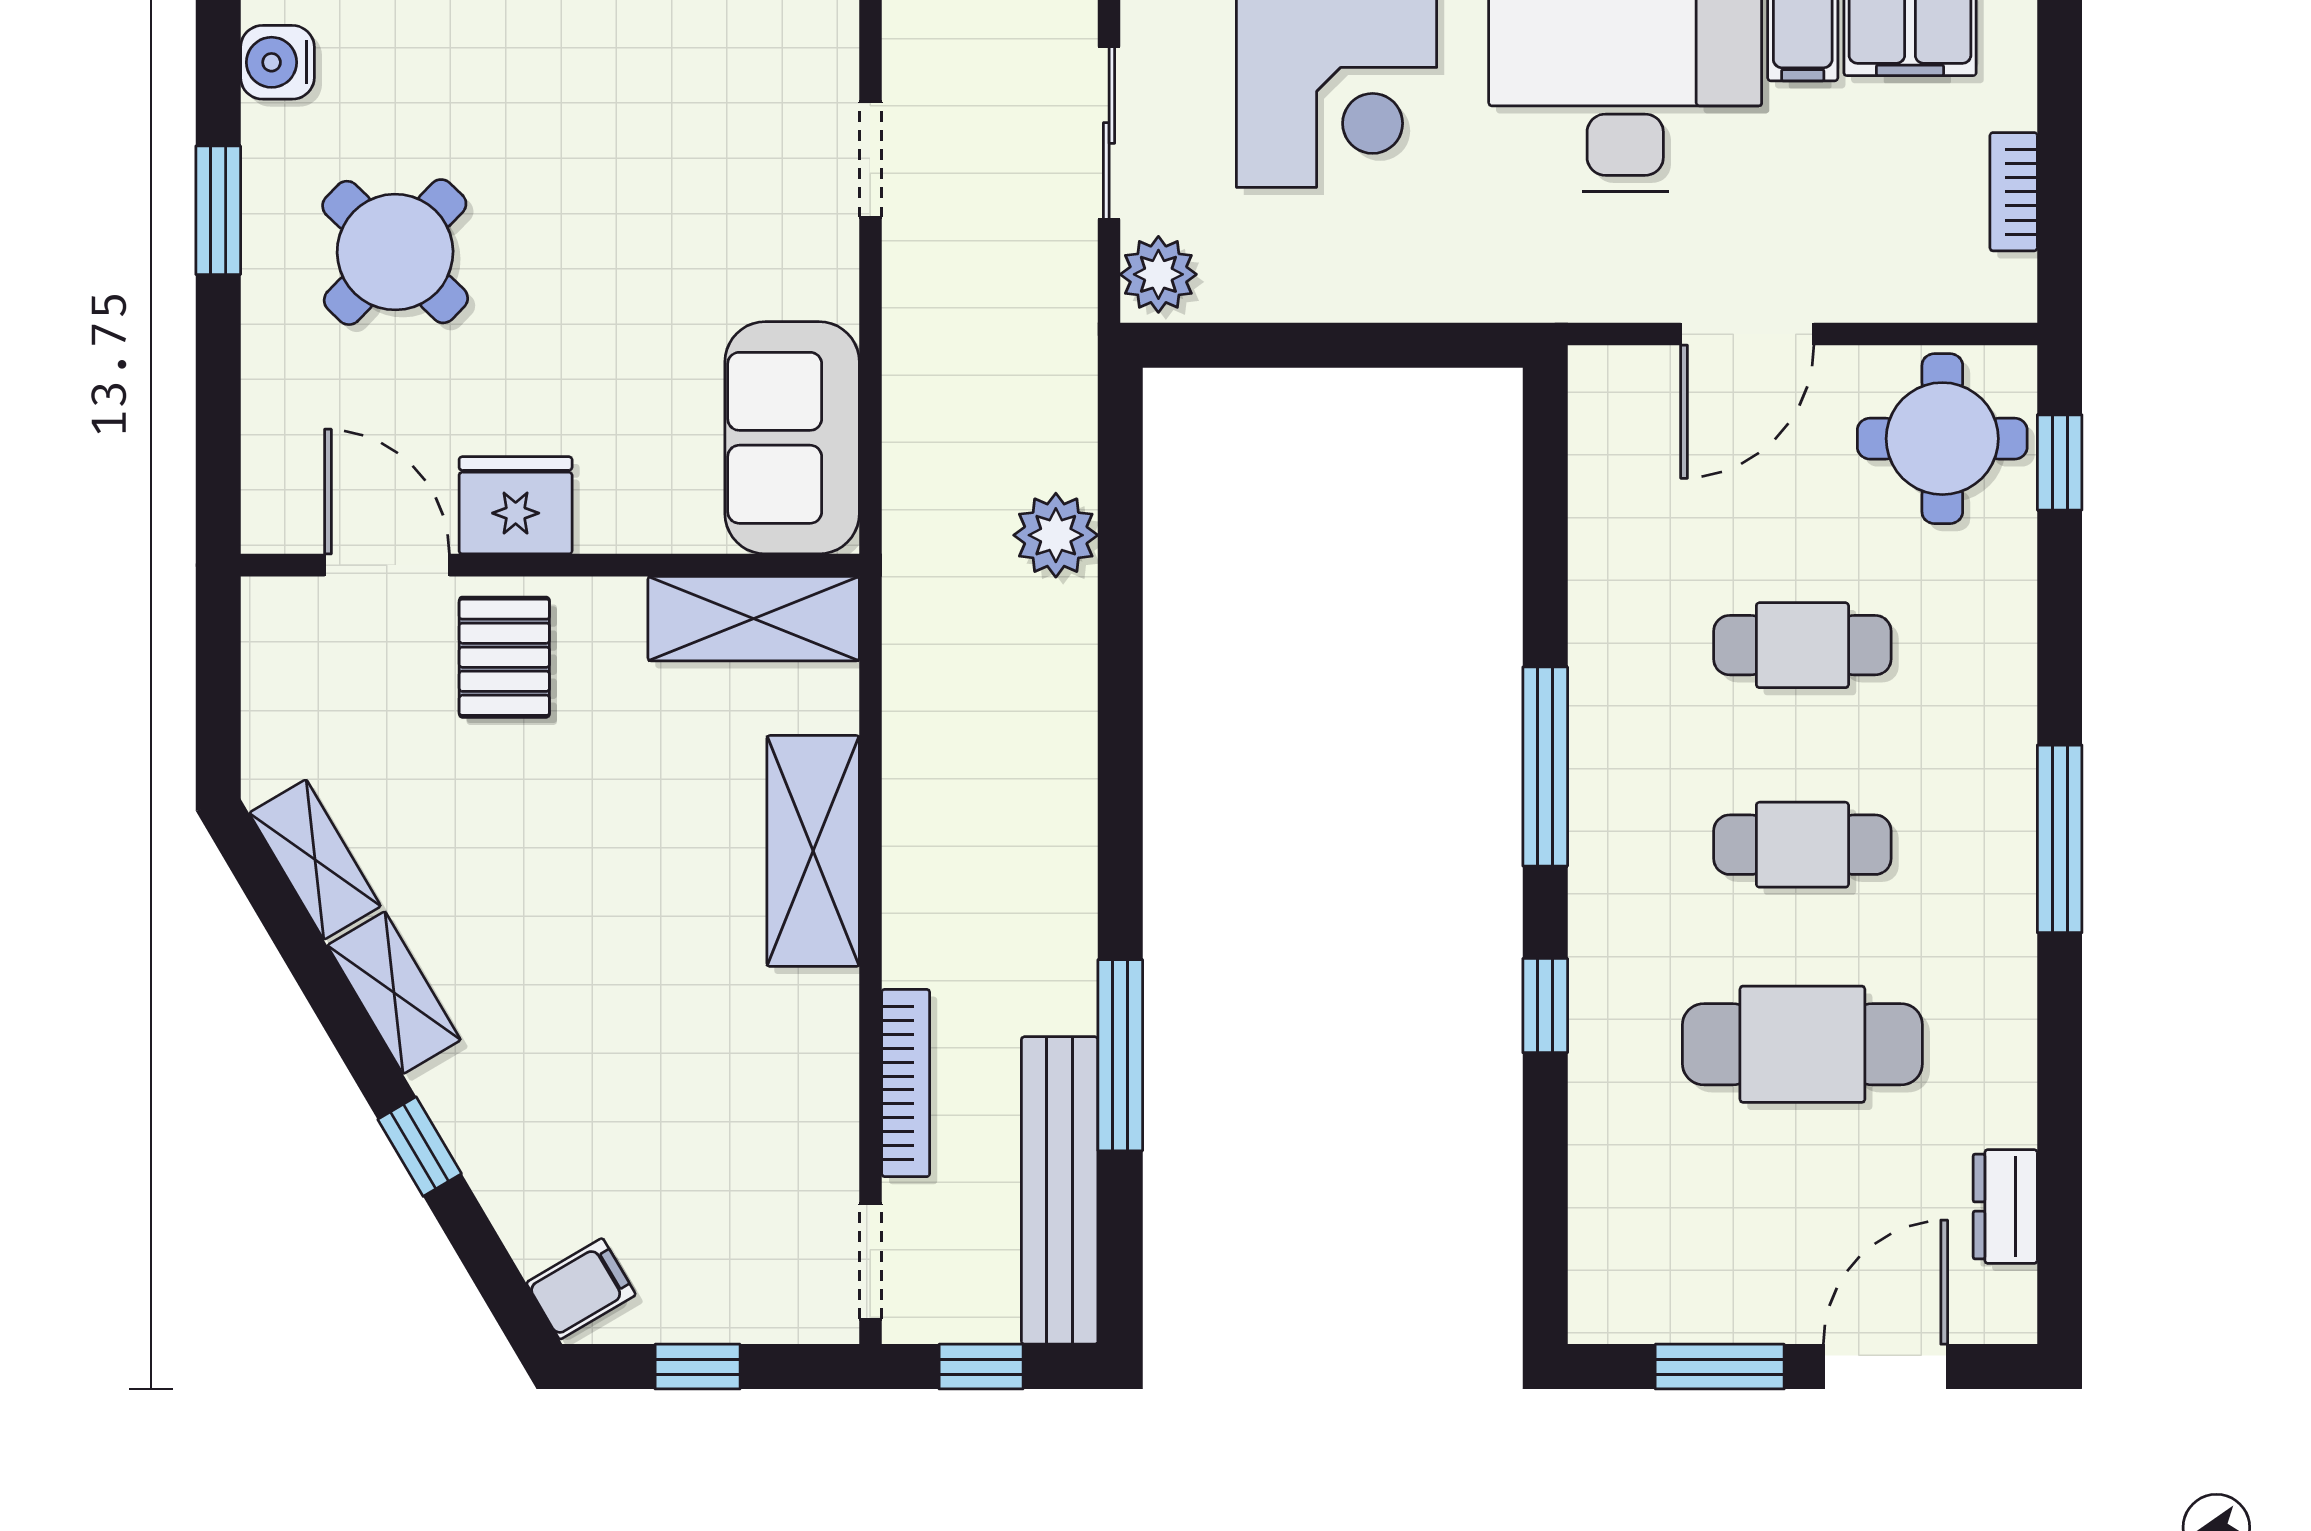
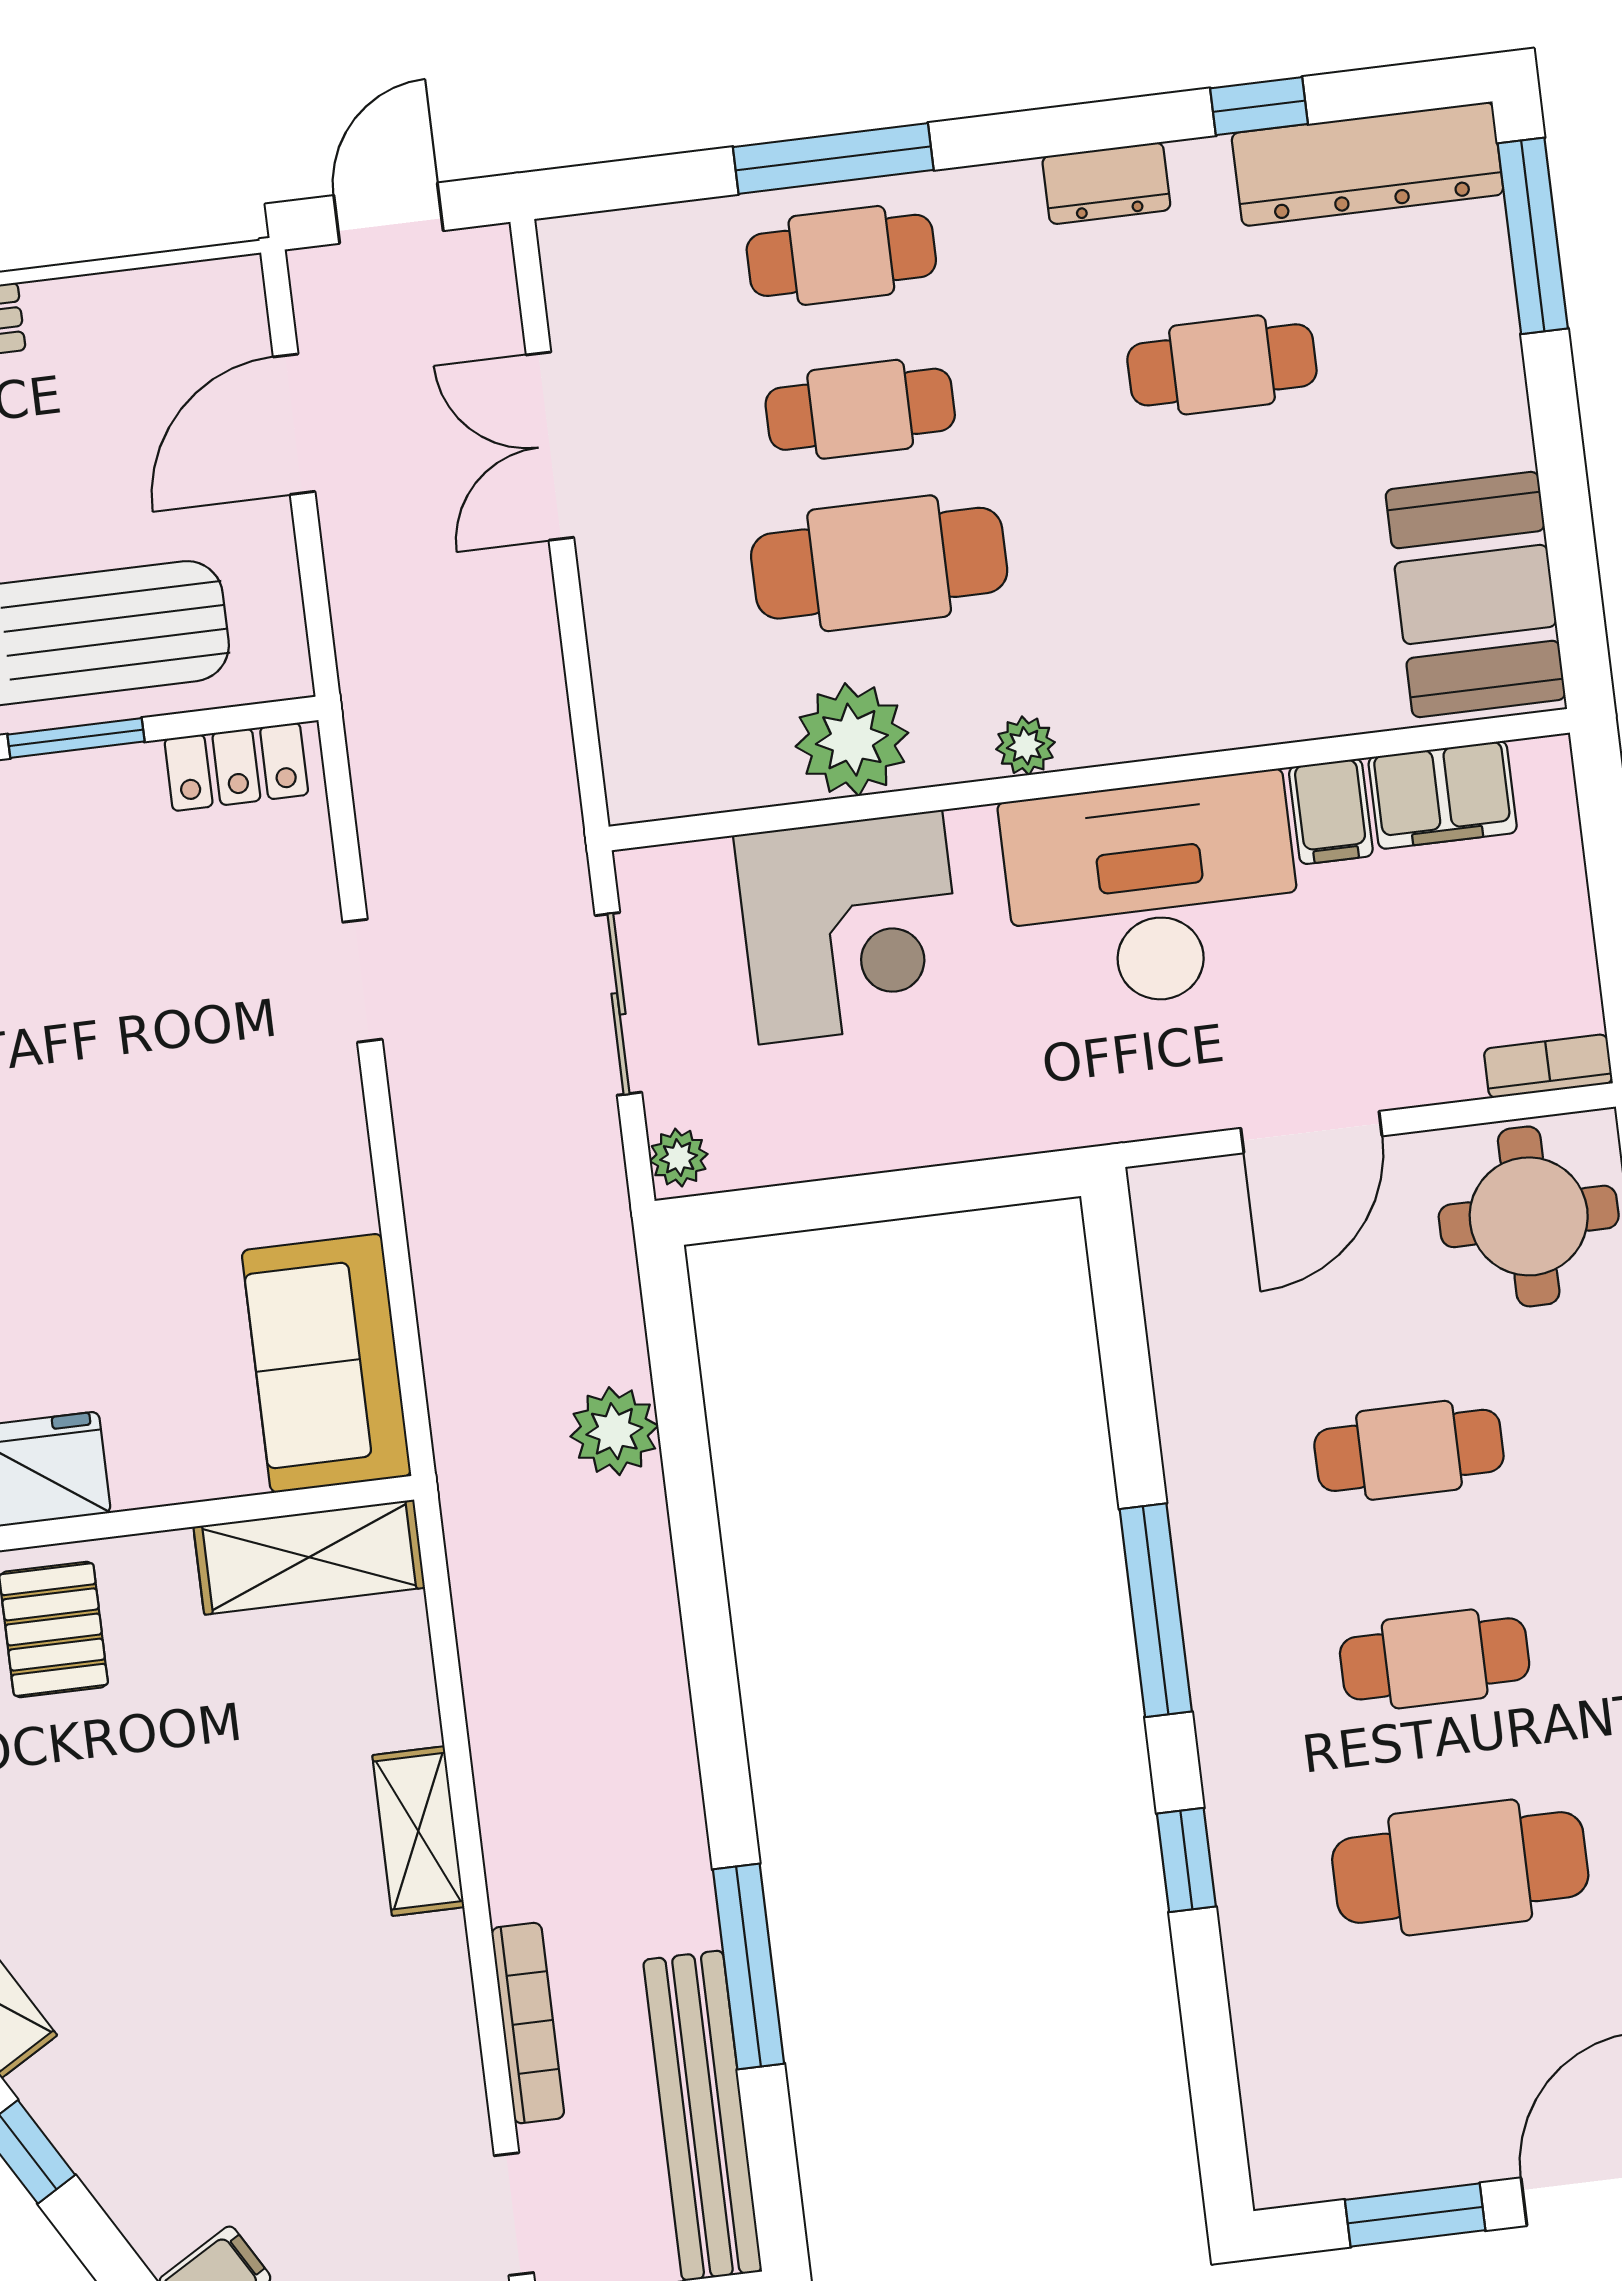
doorway: (870, 160) -> (362, 981), moved
bookcase: (2014, 192) -> (1548, 1066), moved, turned 90
plant: (1158, 274) -> (679, 1158), width x0.73, depth x0.73
shelving: (813, 851) -> (418, 1831), width x0.67, depth x0.75

